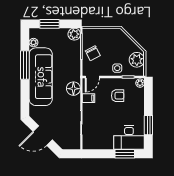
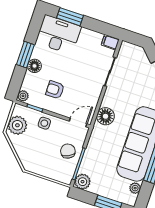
filing cabinet: (89, 98) -> (110, 42), moved
floor lamp: (139, 108) -> (35, 66), added
window: (148, 125) -> (25, 55), moved

